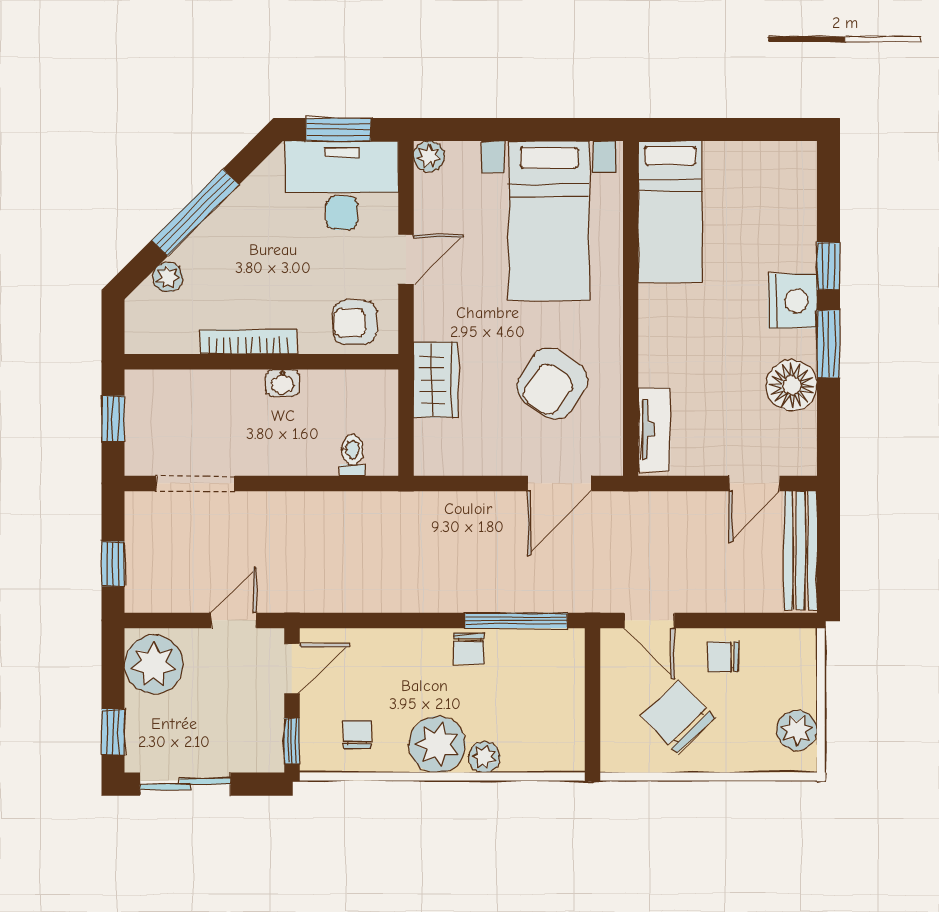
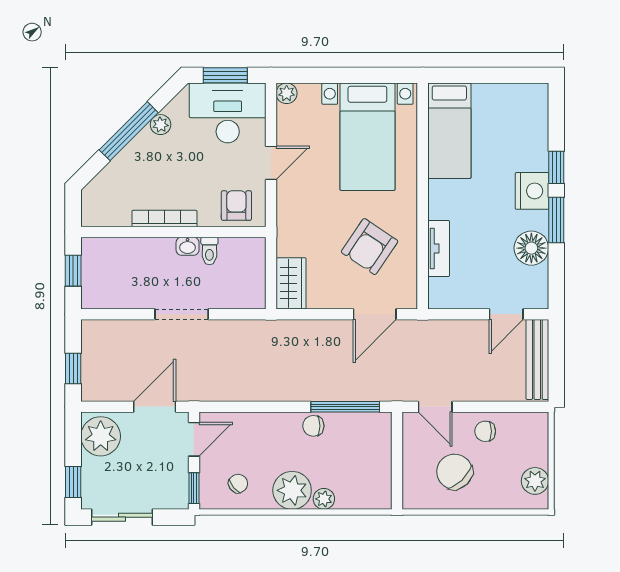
plant: (168, 277) -> (161, 125), moved
armchair: (355, 323) -> (236, 206), turned 90
wardrobe: (436, 380) -> (291, 283), moved
tv unit: (654, 429) -> (439, 249), moved
toilet: (353, 455) -> (209, 251), moved, turned 180
doorway: (195, 483) -> (182, 314), moved
door: (234, 620) -> (155, 407), width x1.38
chair: (469, 649) -> (313, 426), turned 90
chair: (357, 734) -> (238, 484), turned 51

